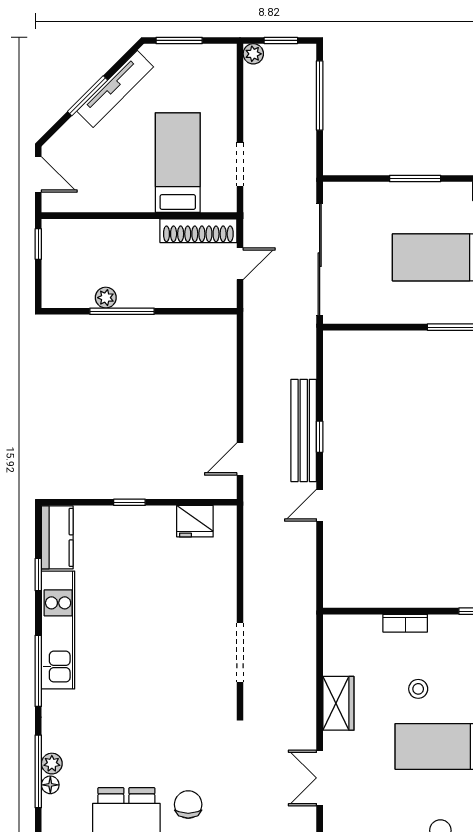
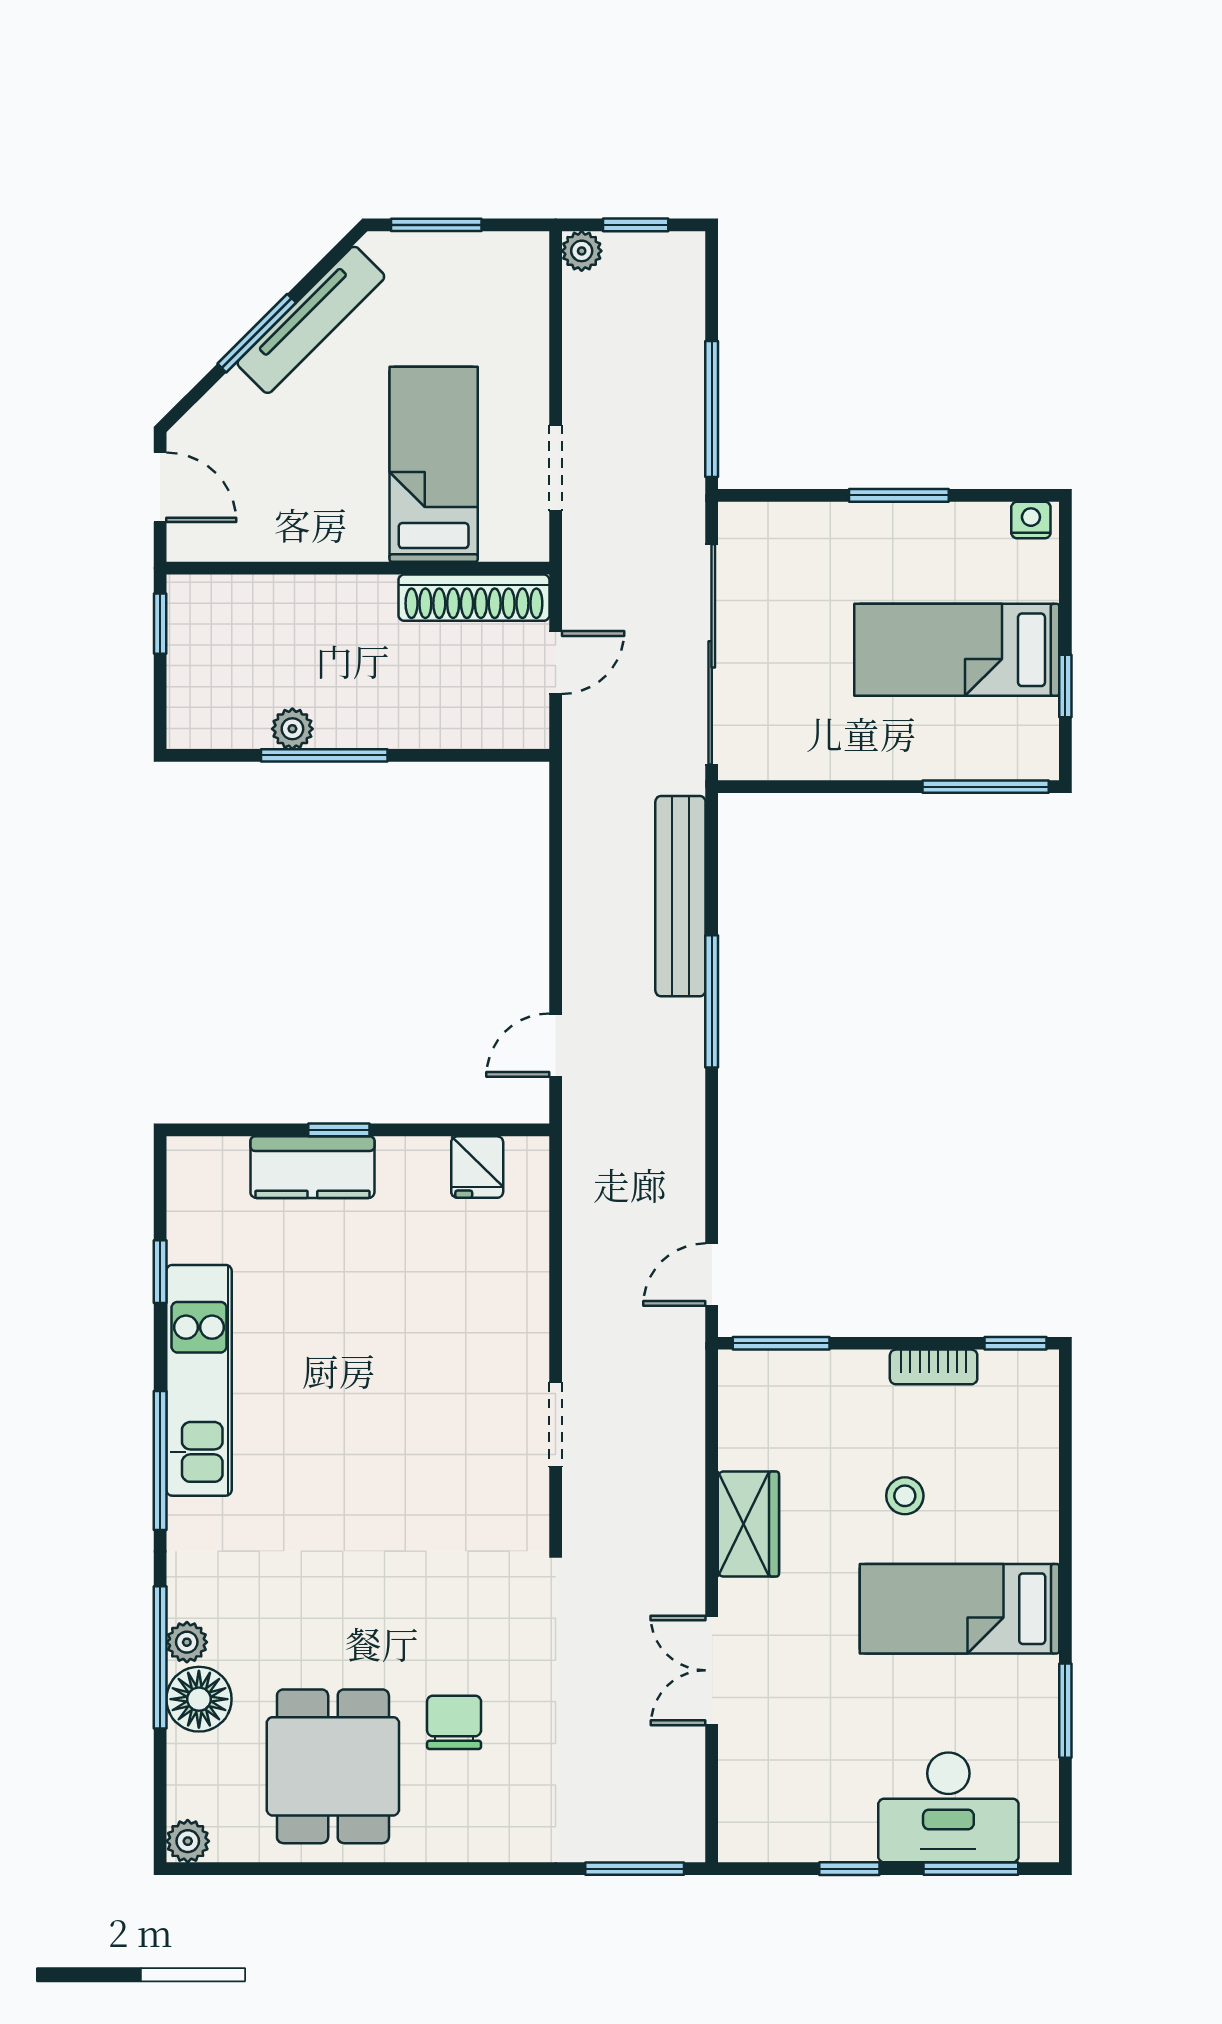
window: (320, 95) -> (712, 409), moved
bench: (304, 430) -> (680, 896), moved
window: (320, 437) -> (712, 1001), width x2.17
door: (320, 505) -> (712, 1275), moved
fridge: (195, 521) -> (477, 1167), width x0.72
kitchen counter: (57, 537) -> (312, 1167), moved, turned 90
window: (355, 611) -> (781, 1343), added
bookcase: (405, 623) -> (934, 1367), moved
doorway: (240, 652) -> (556, 1424), width x0.73
floor lamp: (50, 785) -> (199, 1699), width x1.89, depth x1.89

